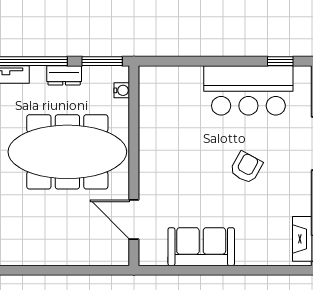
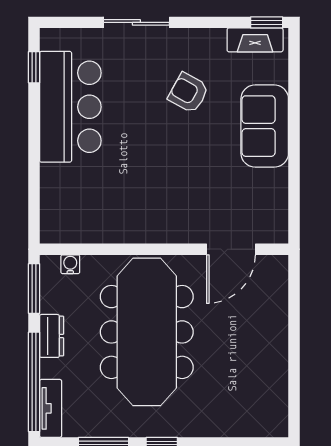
armchair: (246, 167) -> (188, 93), moved
sofa: (201, 247) -> (265, 126), moved

